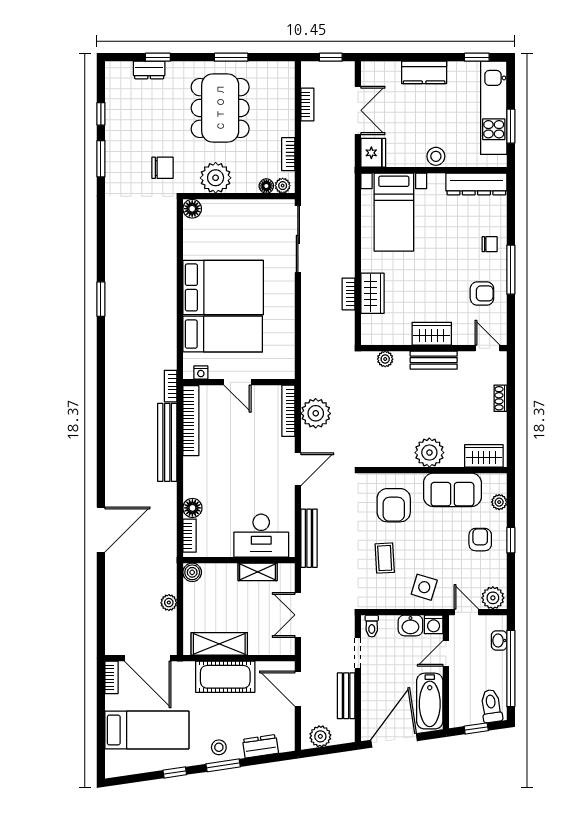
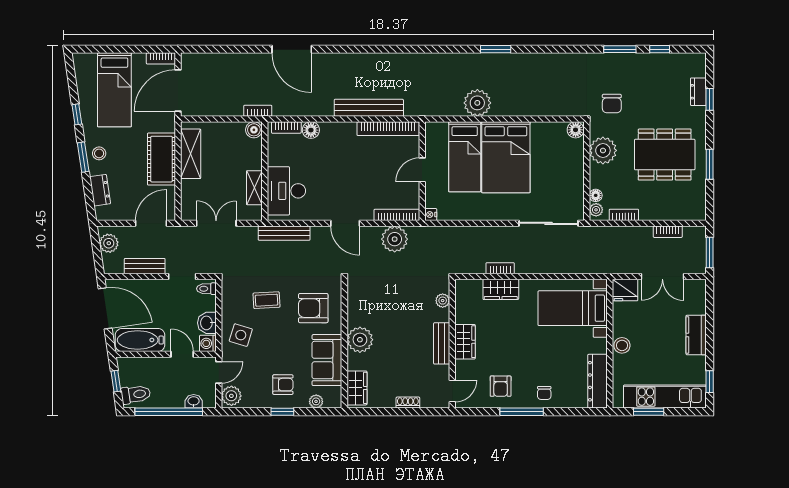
window: (331, 57) -> (710, 252), width x1.50
nightstand: (201, 372) -> (431, 215), moved
bookcase: (171, 386) -> (258, 111), moved
plant: (169, 603) -> (477, 103), moved, width x1.88, depth x1.88

